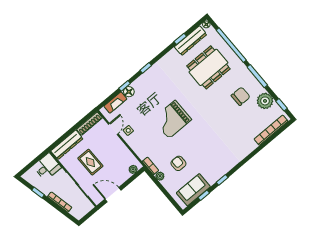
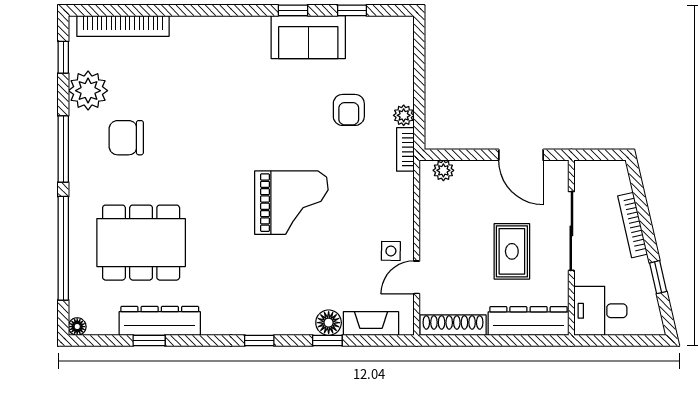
dresser: (191, 41) -> (160, 321), moved
sofa: (193, 190) -> (308, 37), moved

